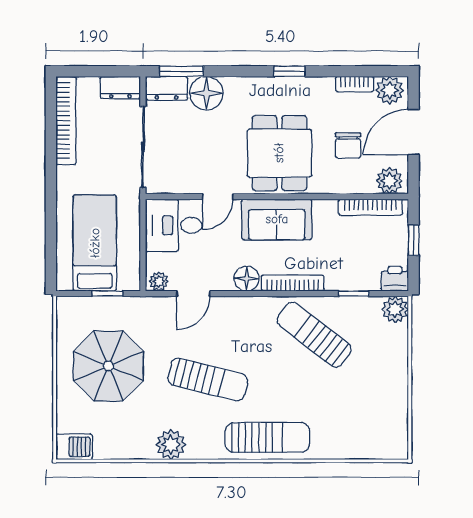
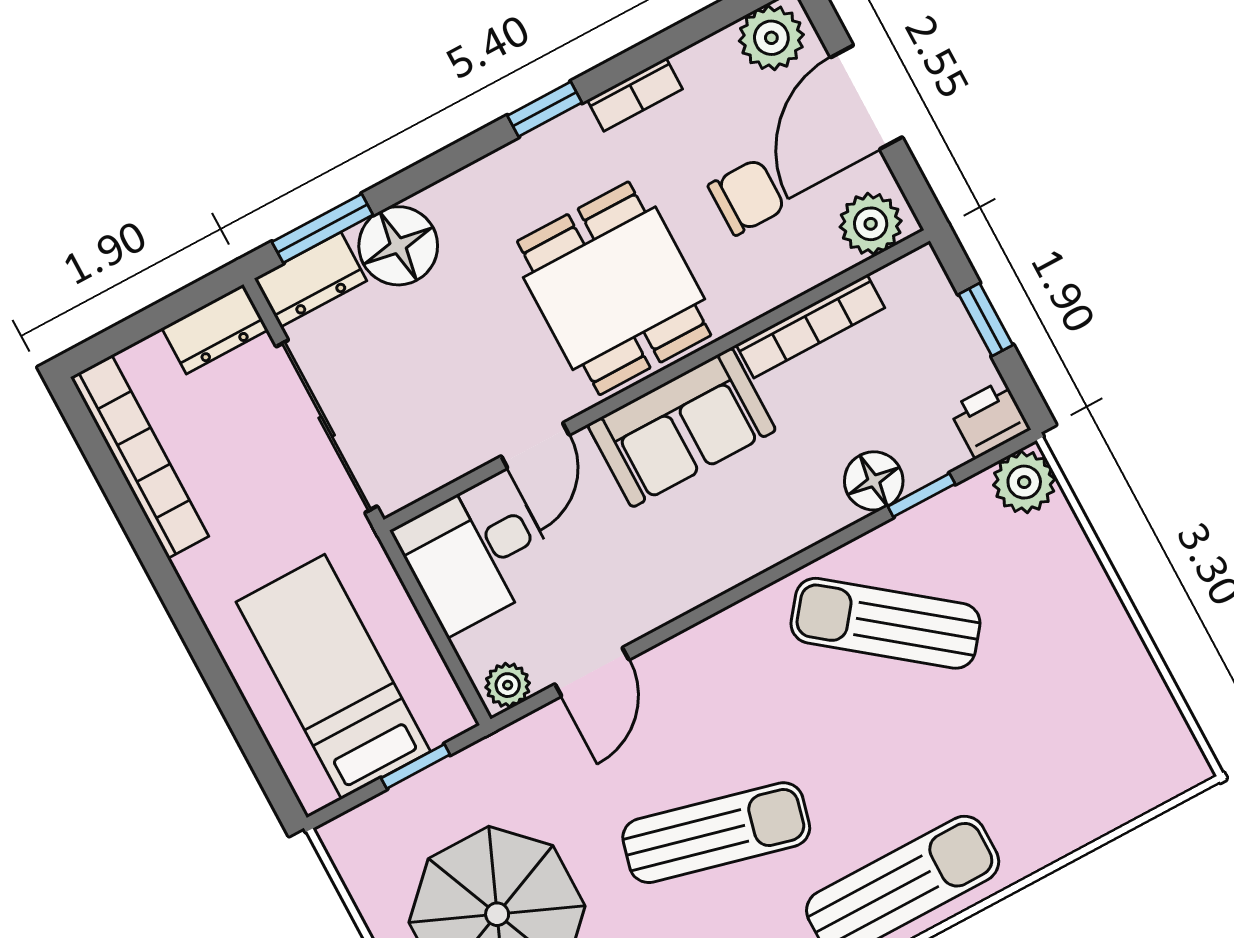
bookcase: (355, 84) -> (635, 95), moved
chair: (348, 145) -> (747, 197), turned -90
bookcase: (370, 207) -> (810, 326), moved
floor lamp: (247, 278) -> (874, 481), moved
bookcase: (293, 283) -> (784, 541), removed

